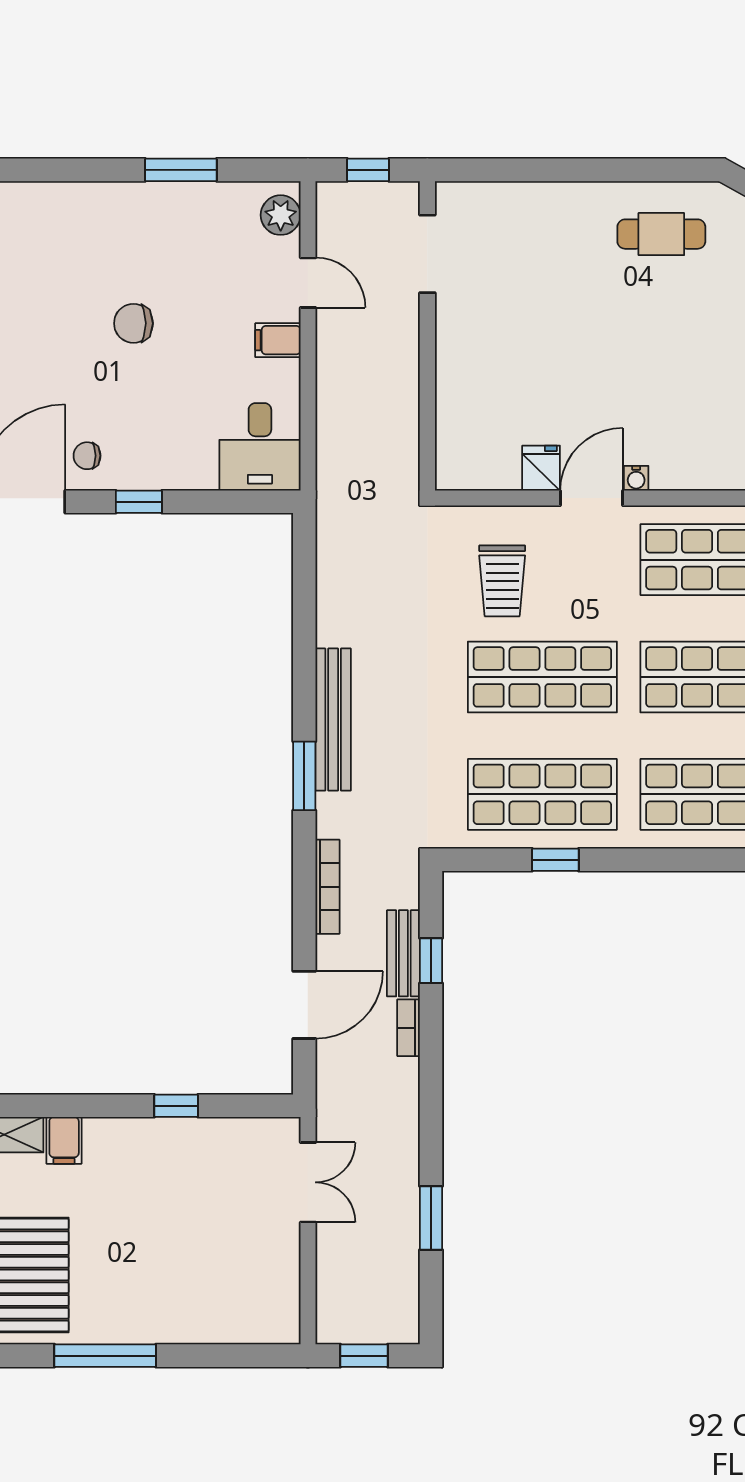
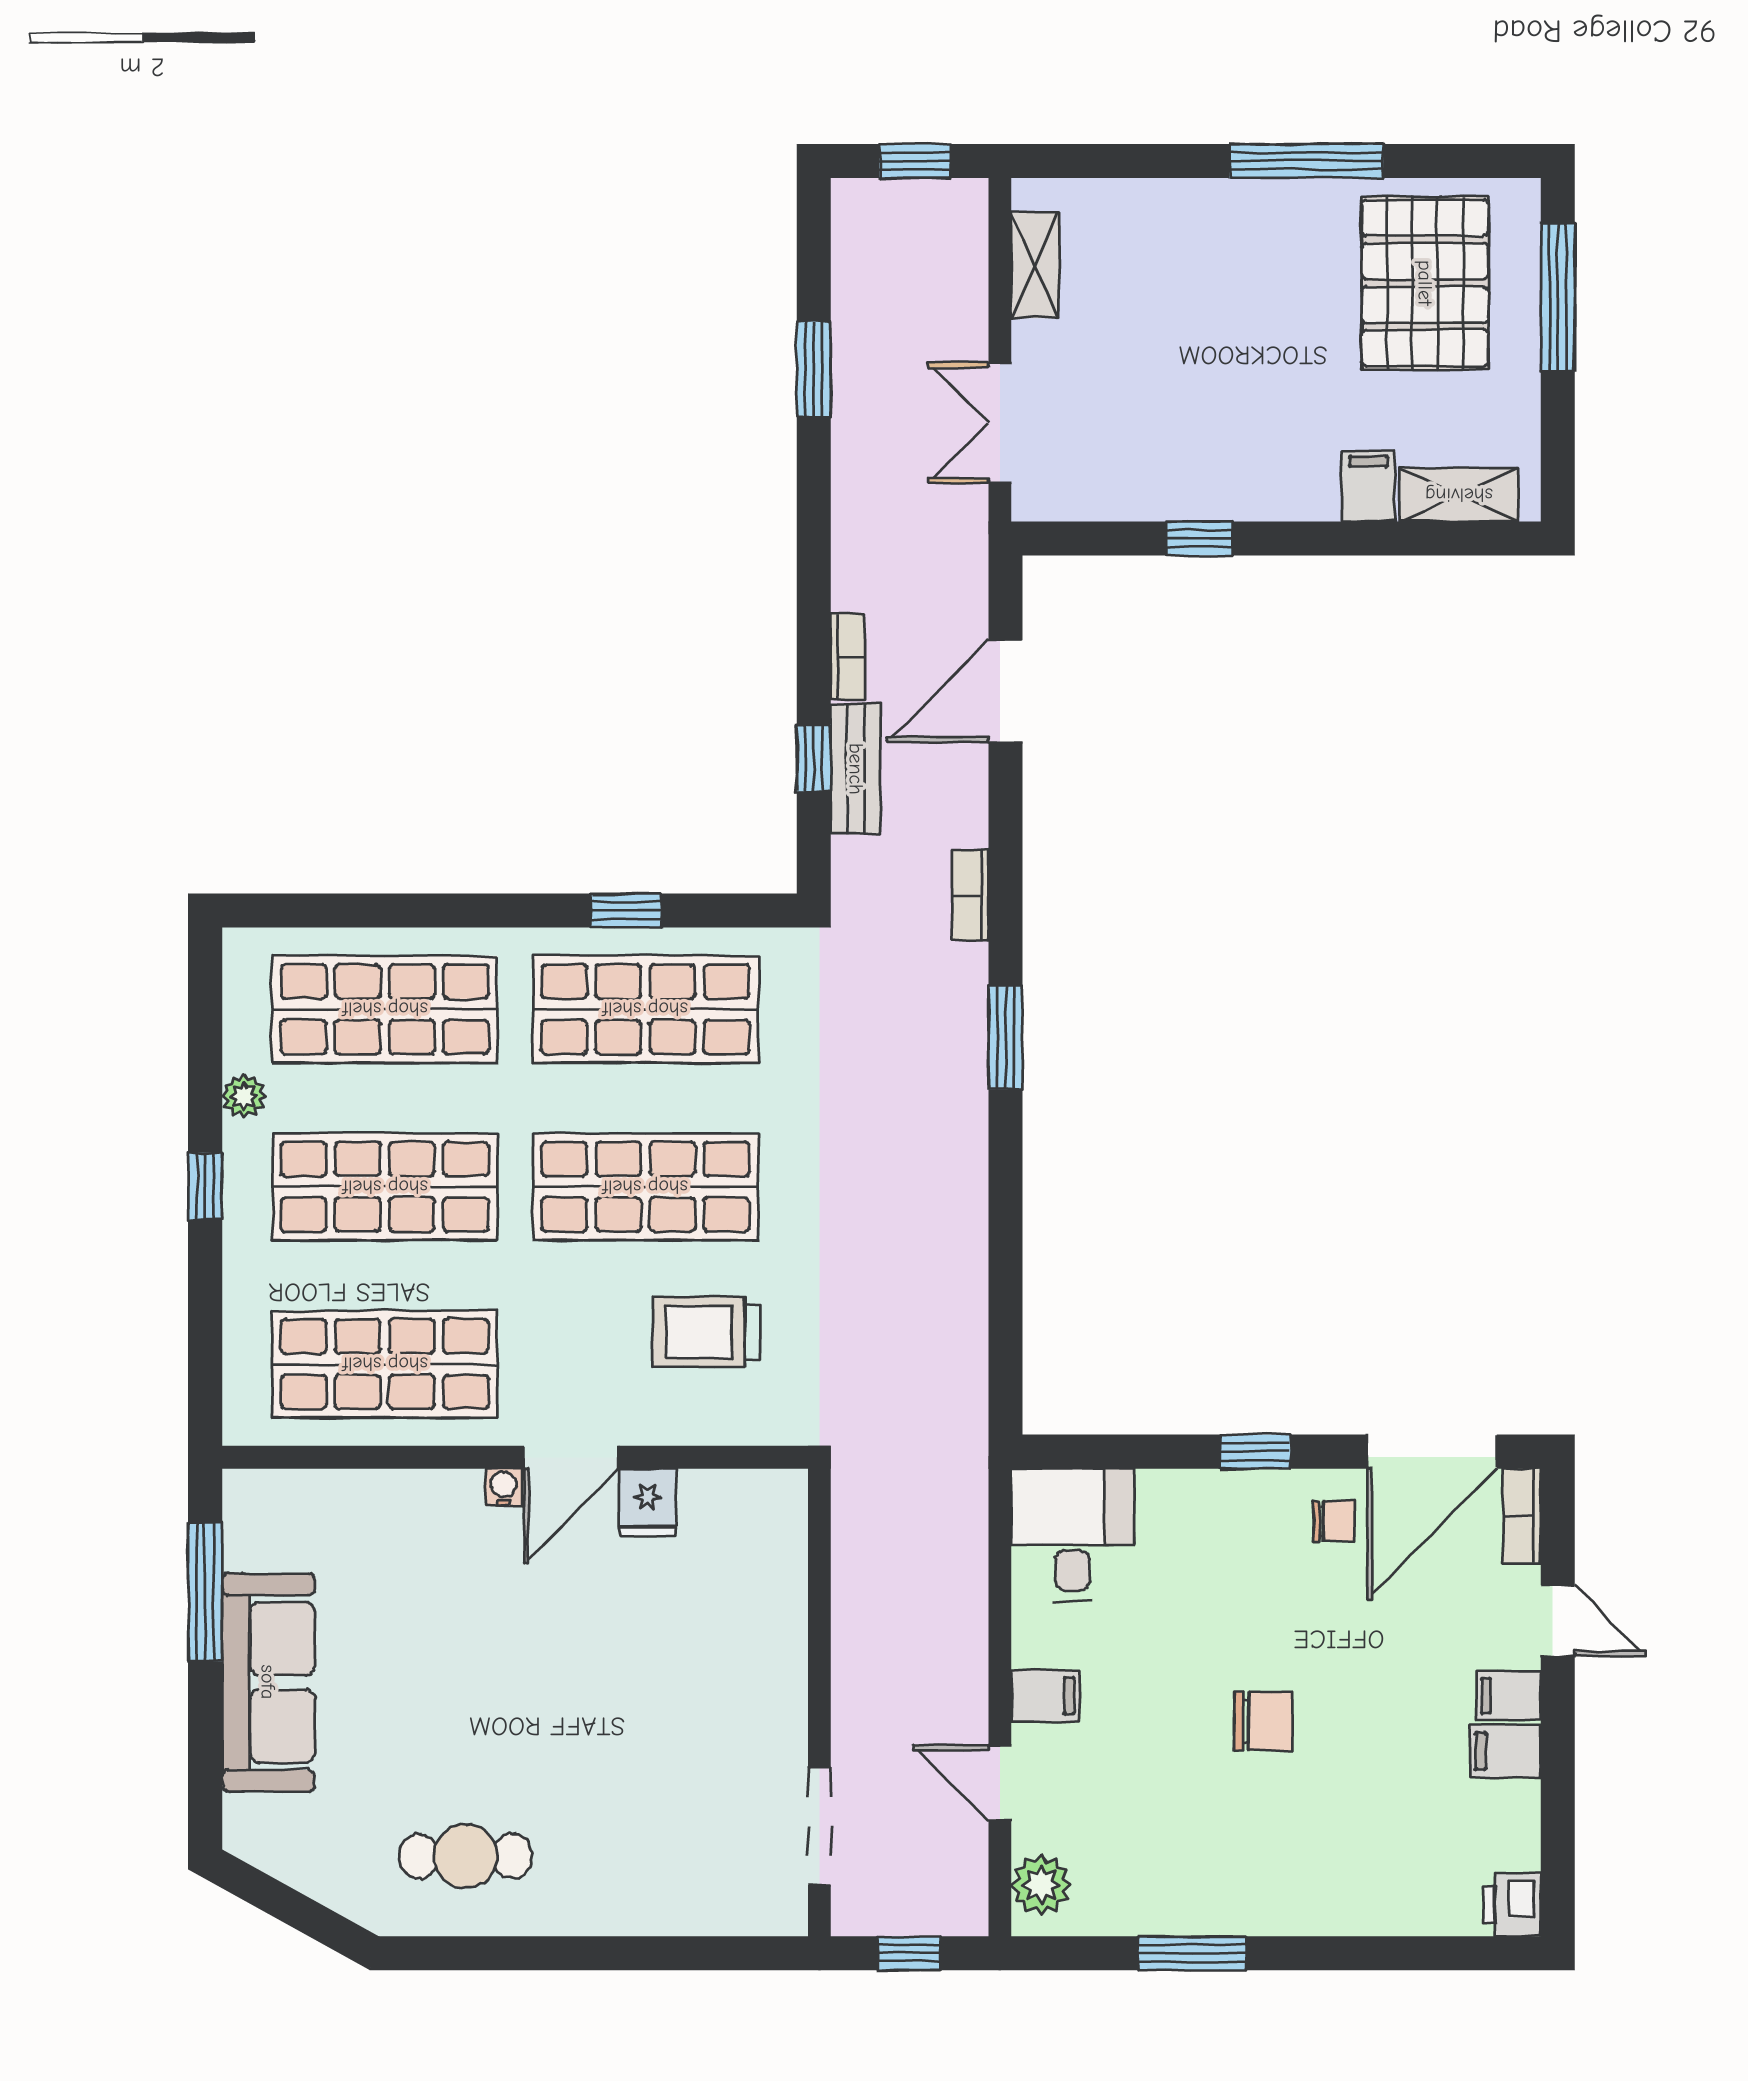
trolley: (502, 581) -> (706, 1332), turned -90
bench: (333, 720) -> (962, 1122), removed
bookcase: (327, 887) -> (970, 895), width x0.64
shelving: (285, 1287) -> (1035, 265), added

